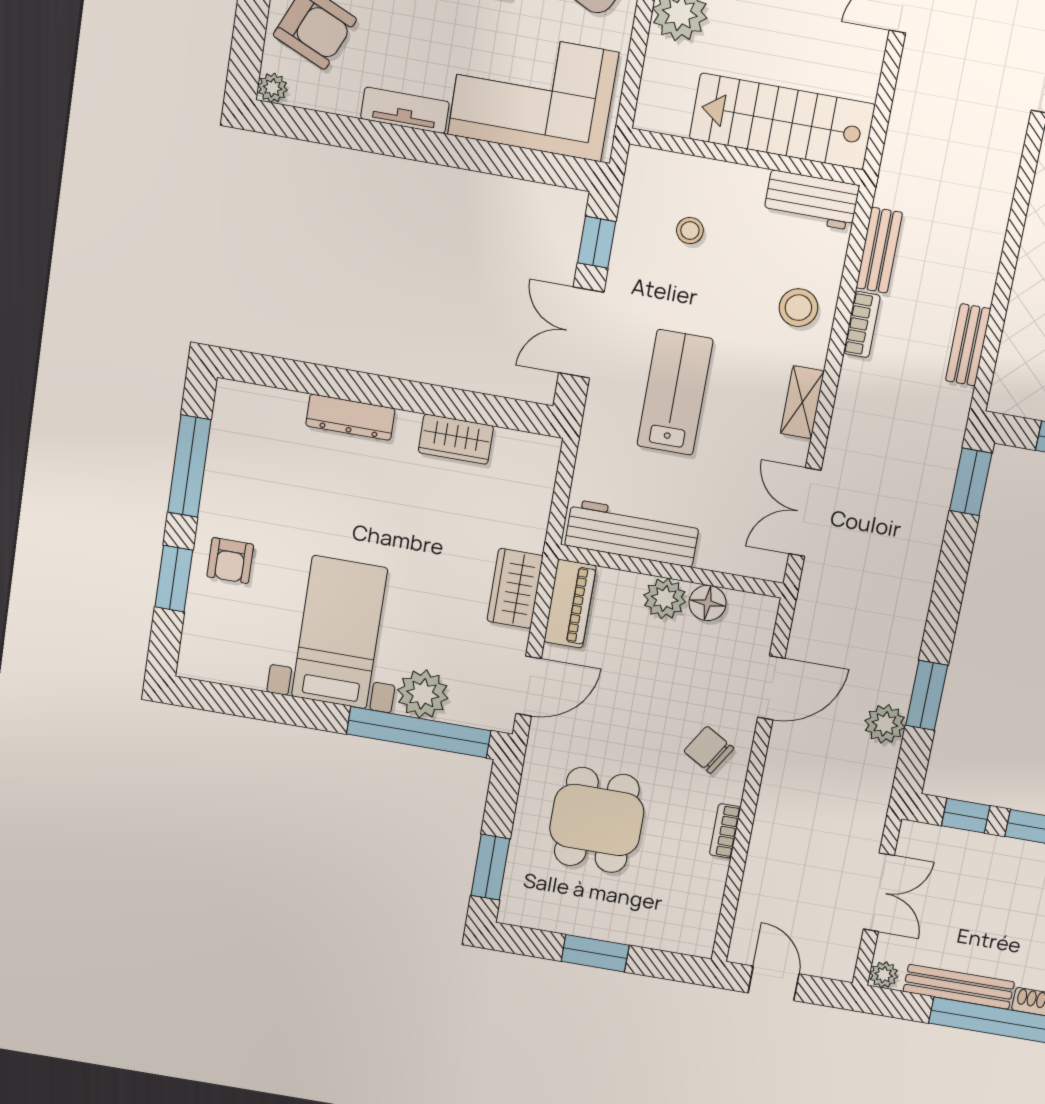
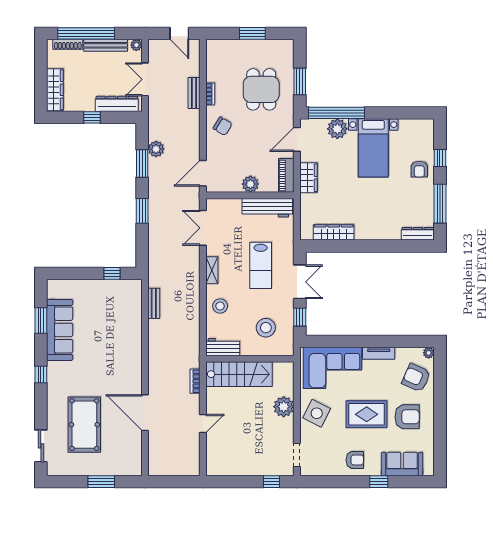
stool: (690, 231) -> (266, 328), width x1.89, depth x1.89
bench: (879, 250) -> (194, 93), moved
bookcase: (862, 324) -> (195, 381), moved
dresser: (350, 417) -> (418, 234), moved
wardrobe: (456, 439) -> (334, 232), width x1.50
window: (971, 482) -> (142, 211), moved
double door: (805, 512) -> (203, 228), swing flipped
armchair: (230, 561) -> (419, 169), turned 180
window: (174, 579) -> (440, 158), width x0.67
floor lamp: (708, 603) -> (234, 185), removed
door: (771, 688) -> (203, 173), moved
window: (966, 816) -> (117, 117), removed
dresser: (960, 847) -> (117, 104), added
window: (490, 867) -> (300, 82), moved

